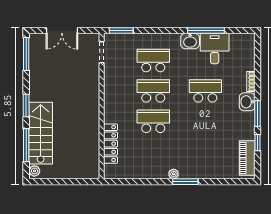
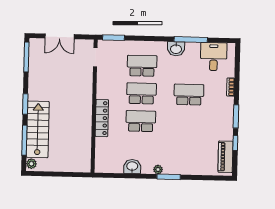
desk: (215, 49) -> (214, 57), moved
washbasin: (247, 102) -> (132, 166), moved, turned 90
locker: (111, 144) -> (102, 118), moved

